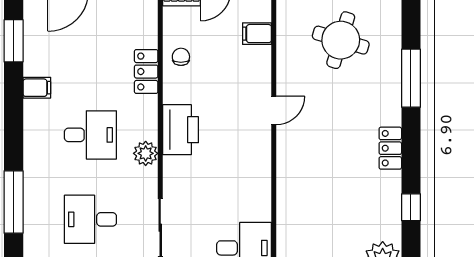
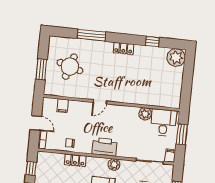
door: (274, 110) -> (100, 102), swing flipped
plant: (258, 208) -> (145, 114), added

